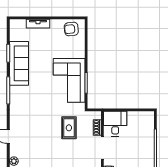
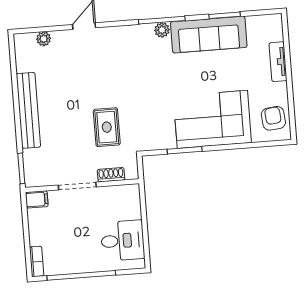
corner sofa: (69, 80) -> (212, 119), moved
plant: (14, 91) -> (162, 30), added
desk: (115, 124) -> (123, 241), moved
rug: (69, 128) -> (107, 127), turned 90

